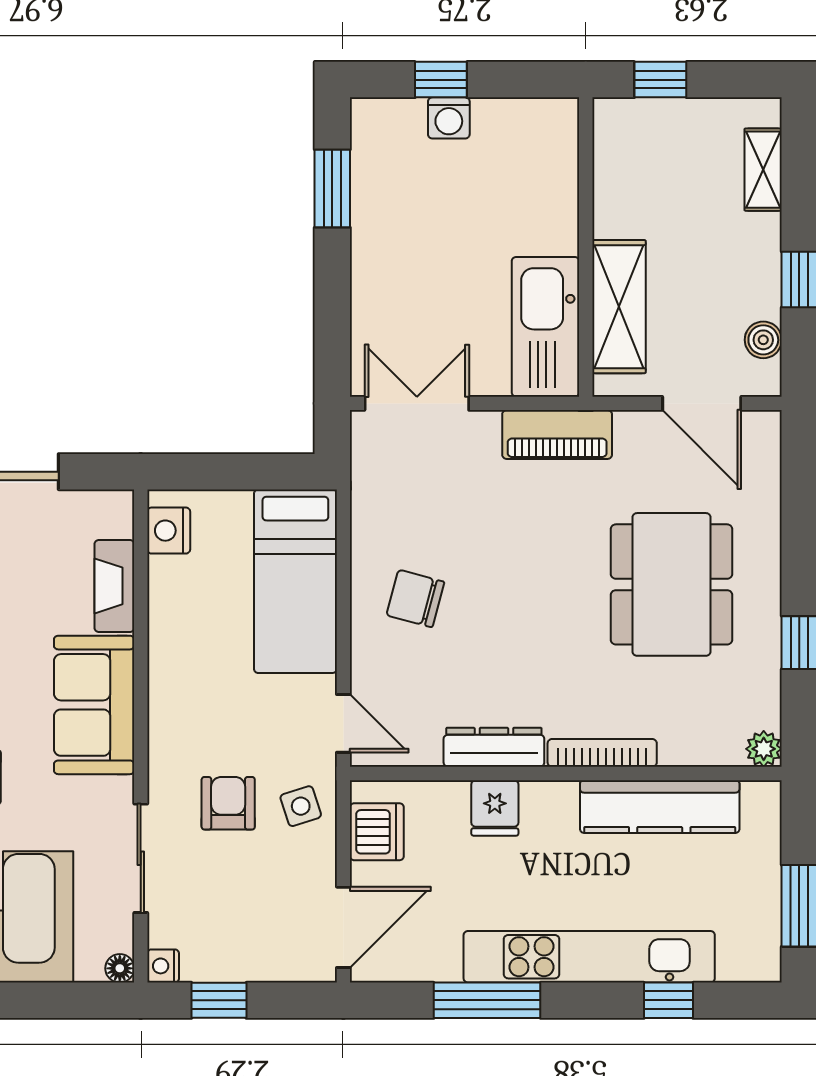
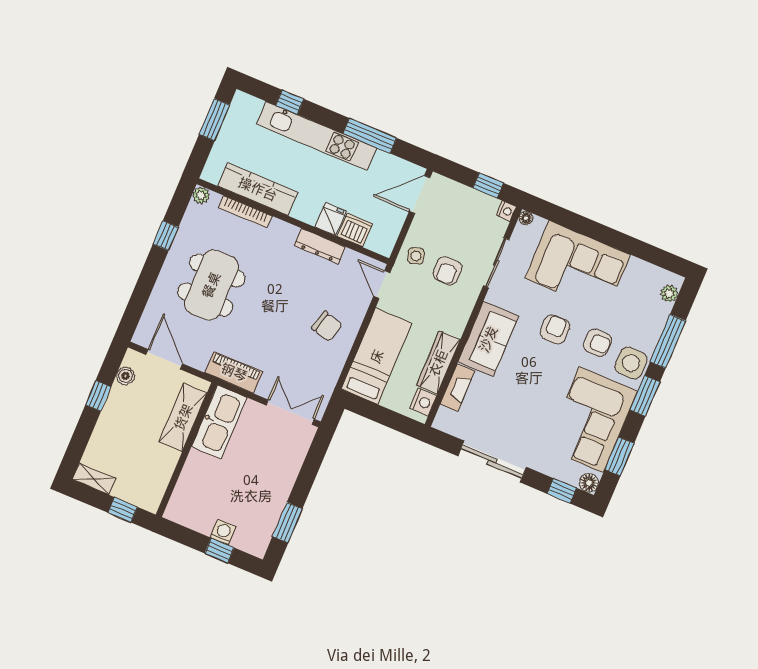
shelving: (763, 170) -> (94, 479), moved, turned 90
double door: (417, 403) -> (290, 412), swing flipped
wardrobe: (171, 619) -> (438, 363), added
bookcase: (602, 753) -> (245, 212), moved
dishwasher: (377, 832) -> (355, 230), moved, turned 90

